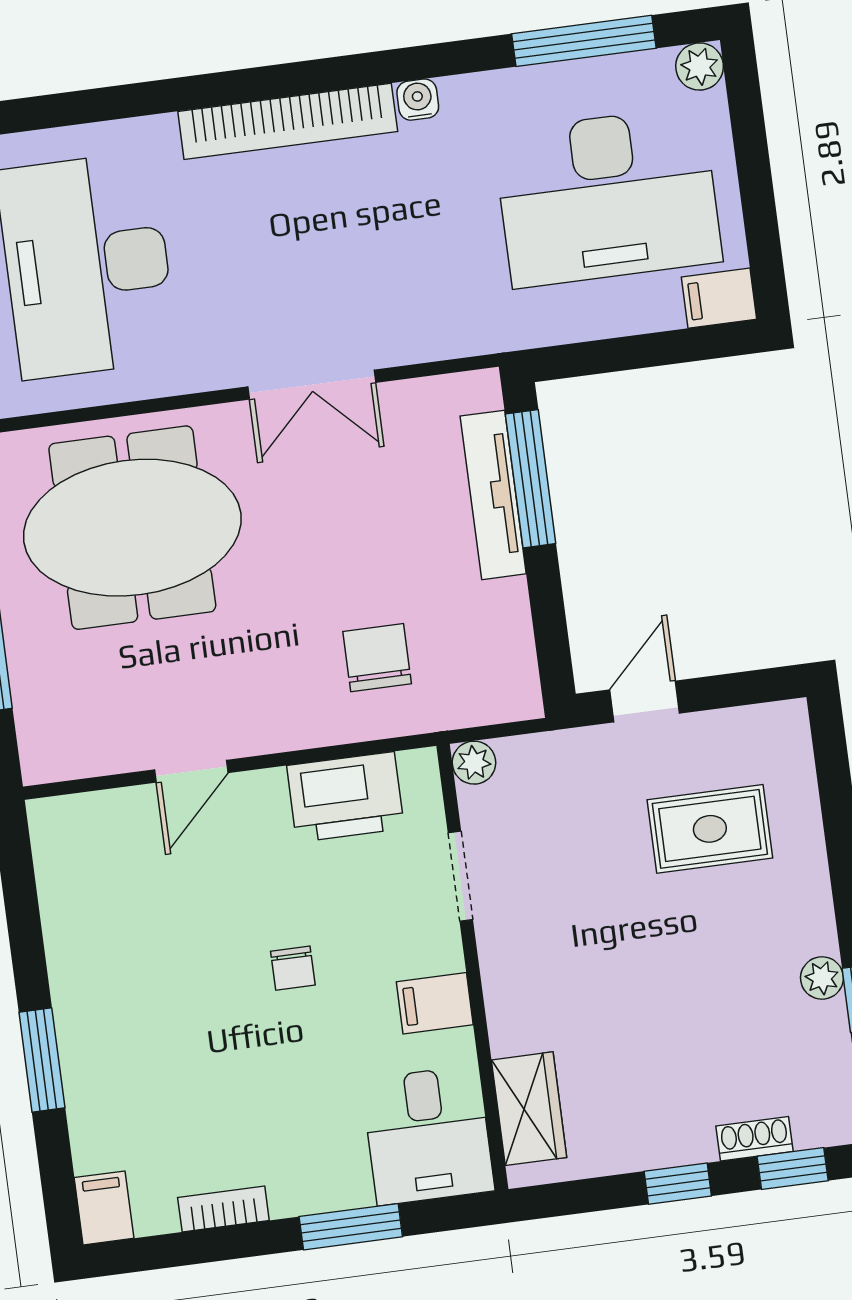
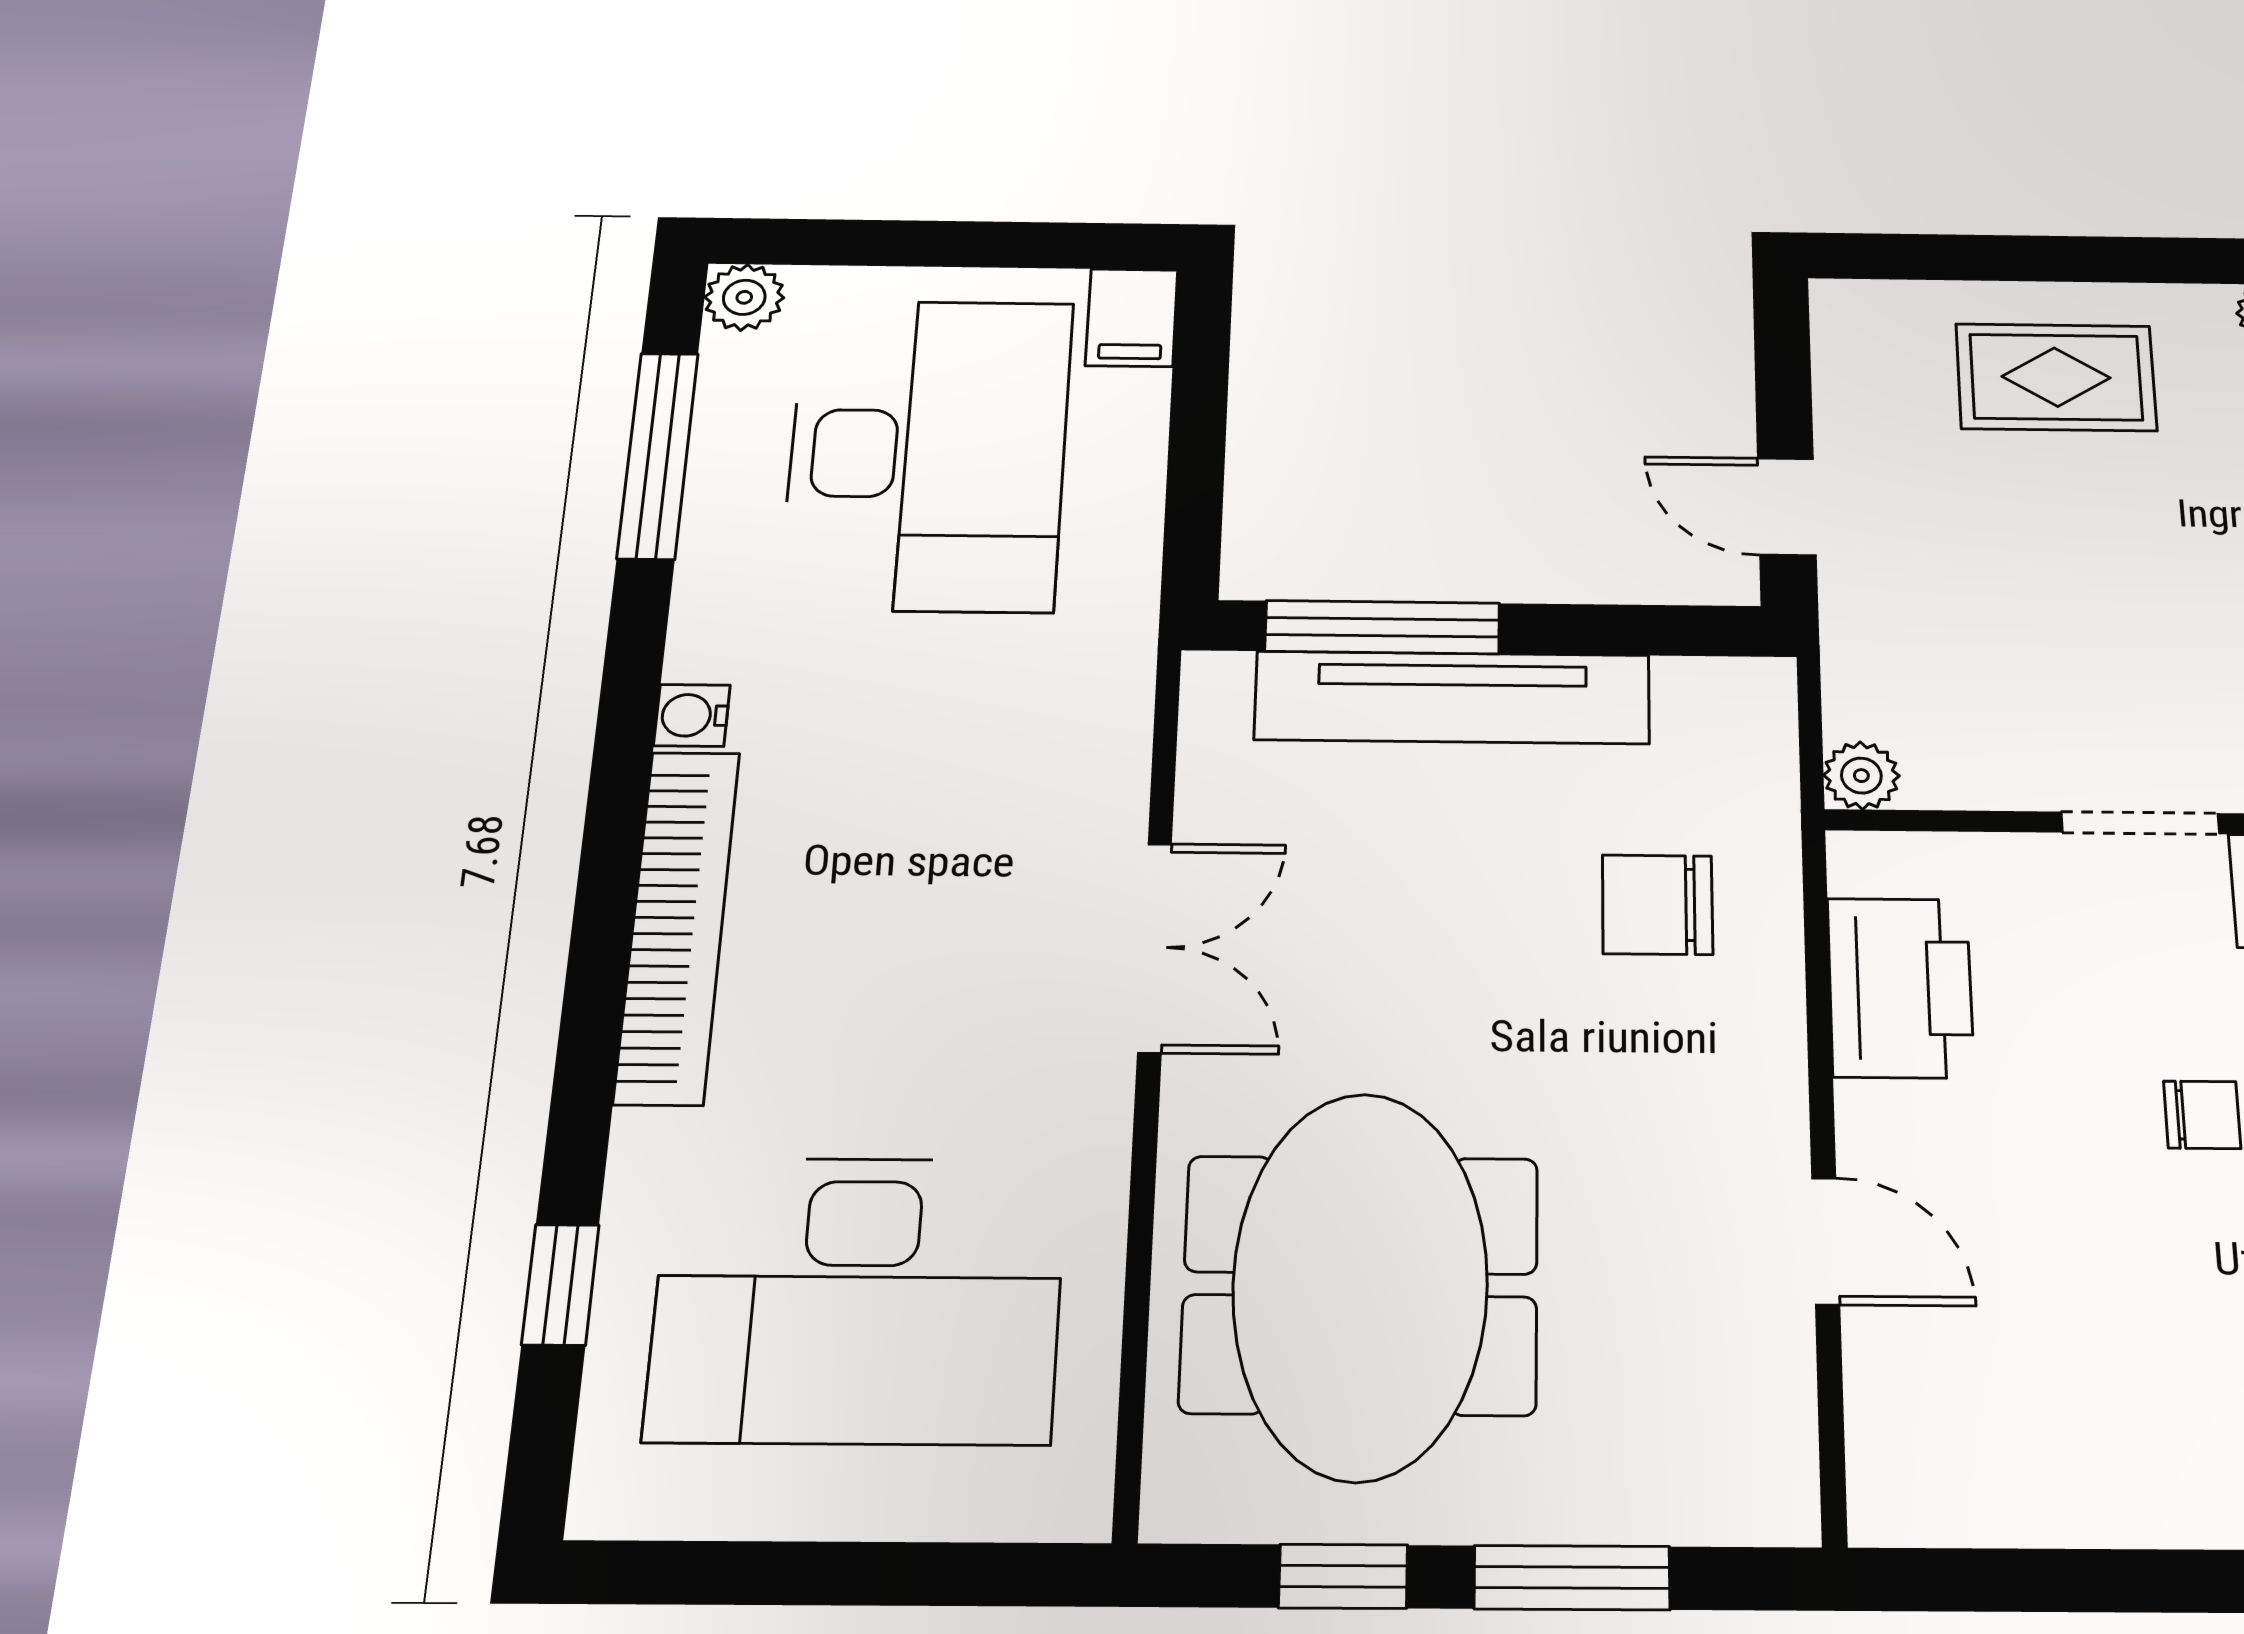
window: (74, 108) -> (560, 1285), added
tv unit: (493, 495) -> (1452, 697), width x1.36, depth x1.29
rug: (710, 829) -> (2056, 377), moved, turned 90
doorway: (460, 876) -> (2140, 823), moved

